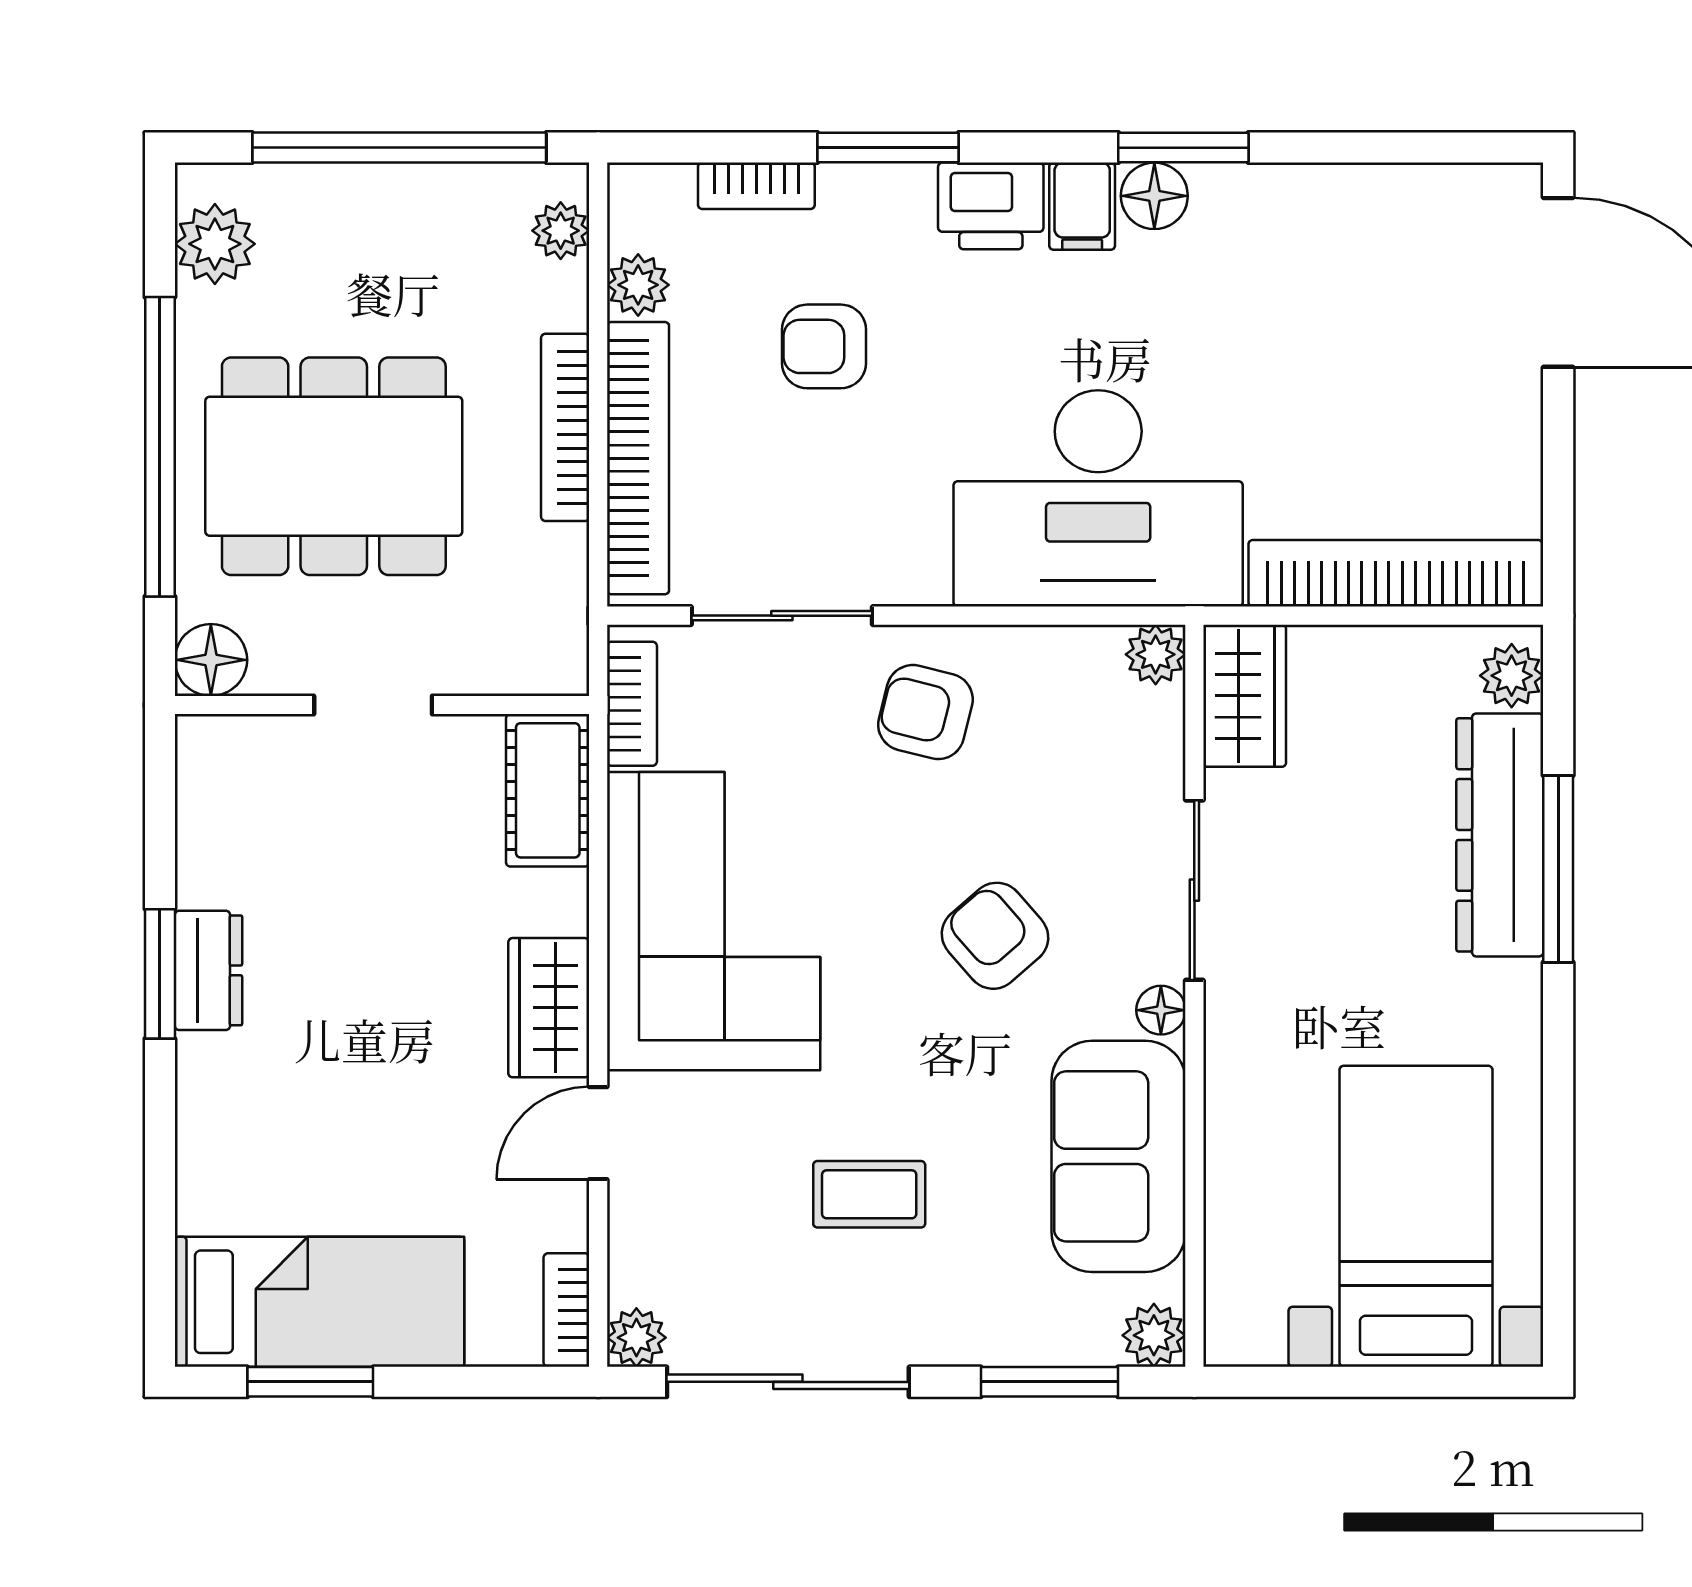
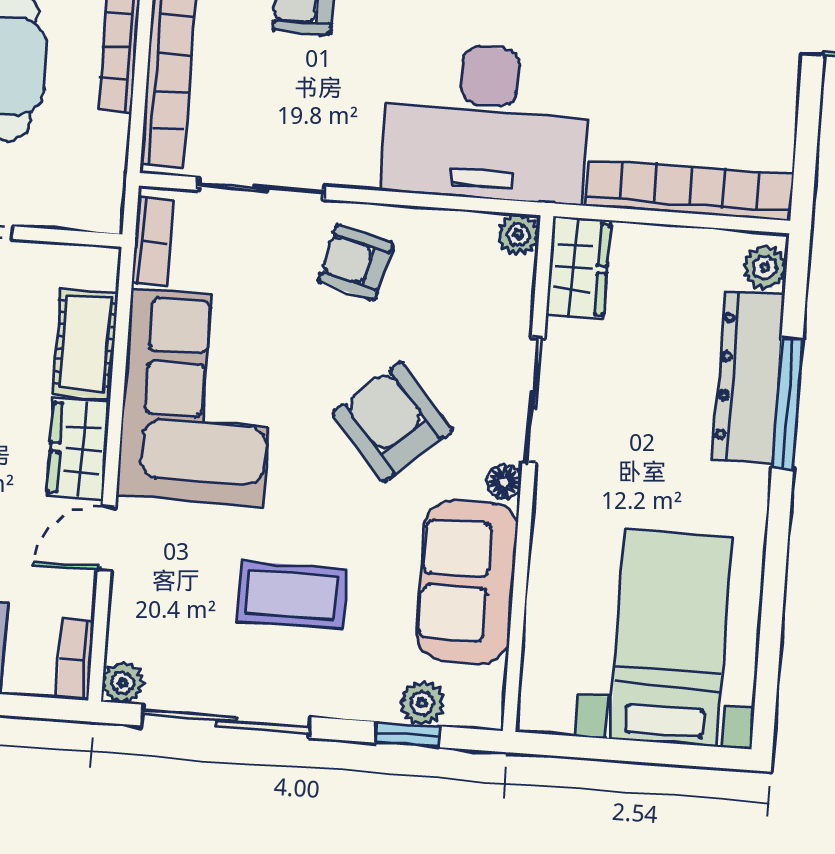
cot: (548, 790) -> (86, 343), moved
armchair: (995, 936) -> (392, 422), width x1.38, depth x1.38
coffee table: (869, 1194) -> (292, 595), width x1.36, depth x1.30
plant: (1154, 1335) -> (422, 703), moved
window: (1049, 1382) -> (407, 735), width x0.67

